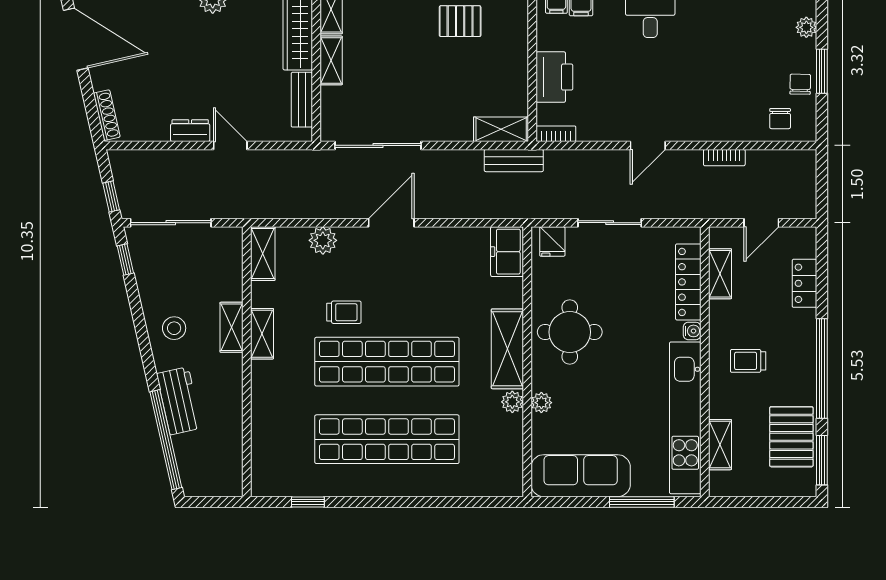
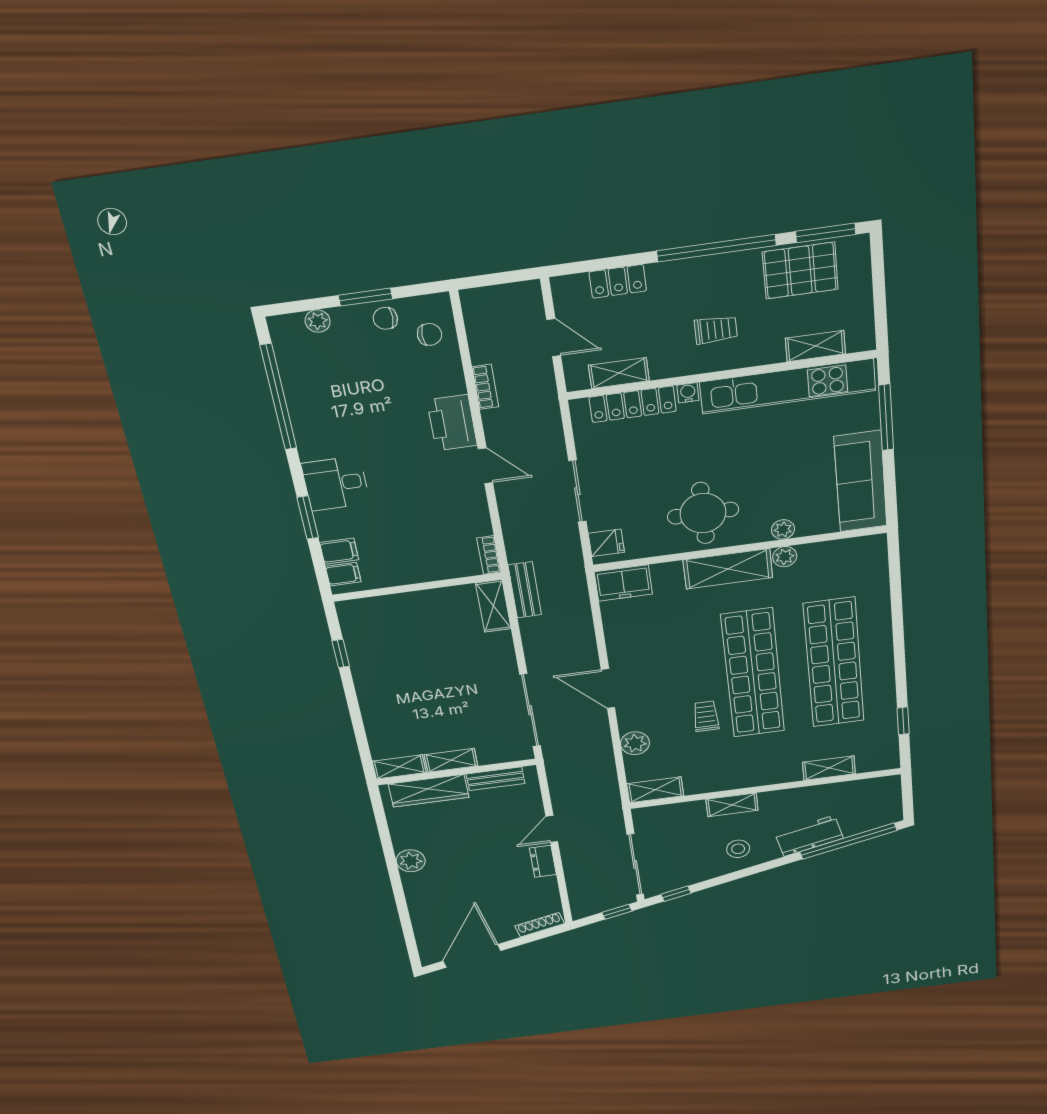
pallet: (460, 21) -> (387, 657), removed
printer: (554, 77) -> (452, 423), moved, turned -90
shelving: (262, 334) -> (829, 768), moved
trolley: (748, 361) -> (716, 330), turned -90

